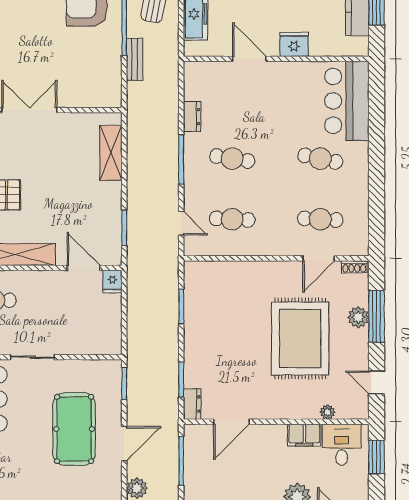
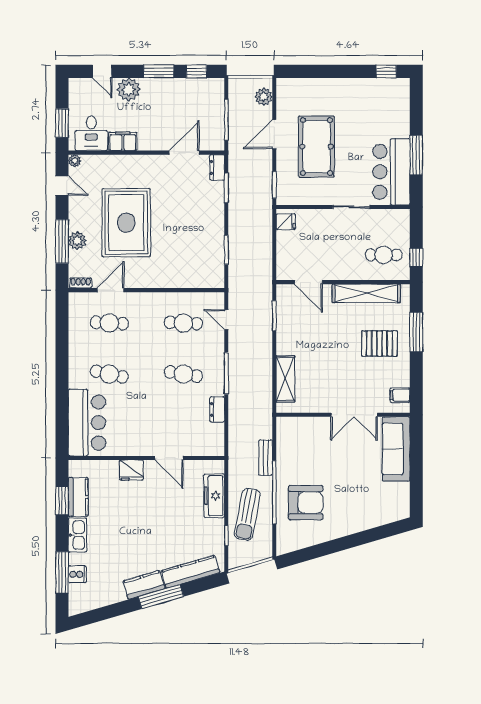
fridge: (112, 281) -> (286, 222), moved, turned 90
plant: (327, 412) -> (75, 161), moved

